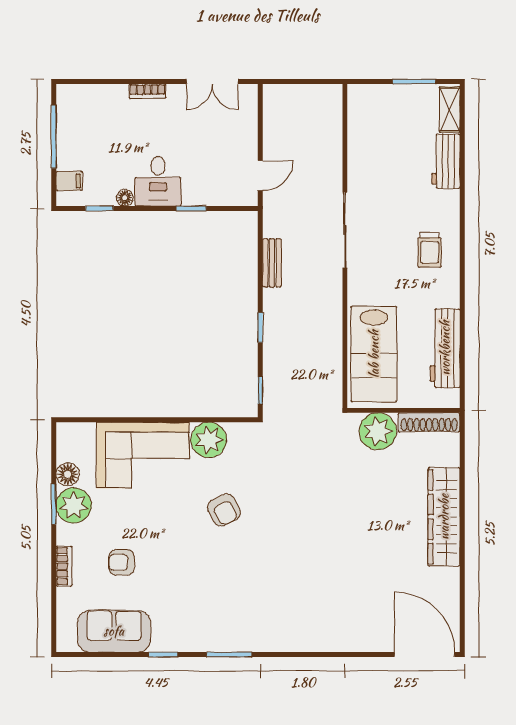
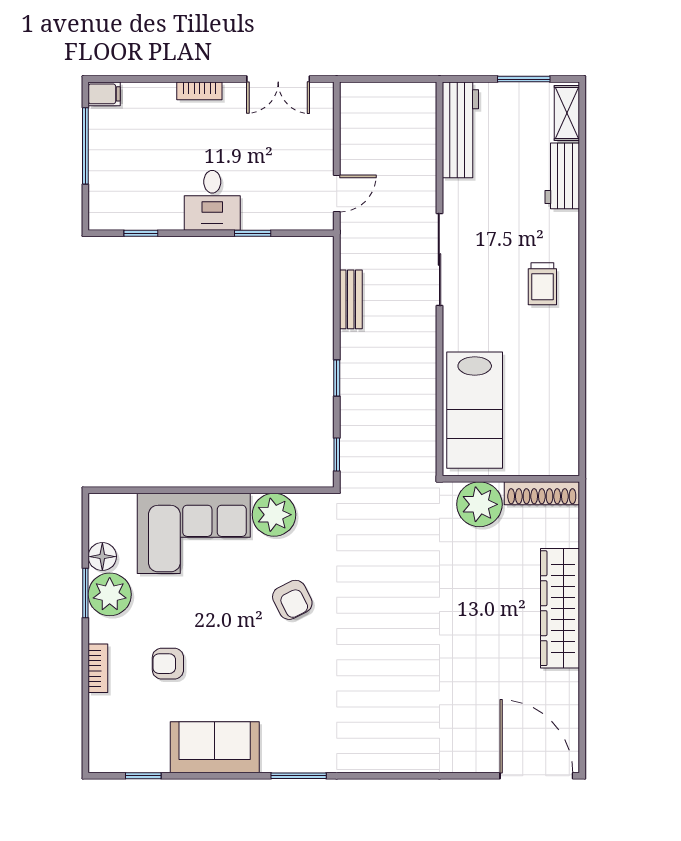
filing cabinet: (69, 181) -> (104, 94), moved
floor lamp: (125, 198) -> (172, 220), removed
workbench: (445, 348) -> (460, 130), moved, turned 180
sofa: (114, 631) -> (215, 747), moved
window: (163, 655) -> (143, 776), moved

